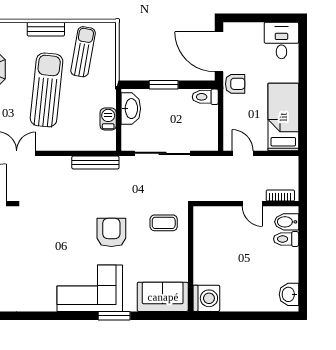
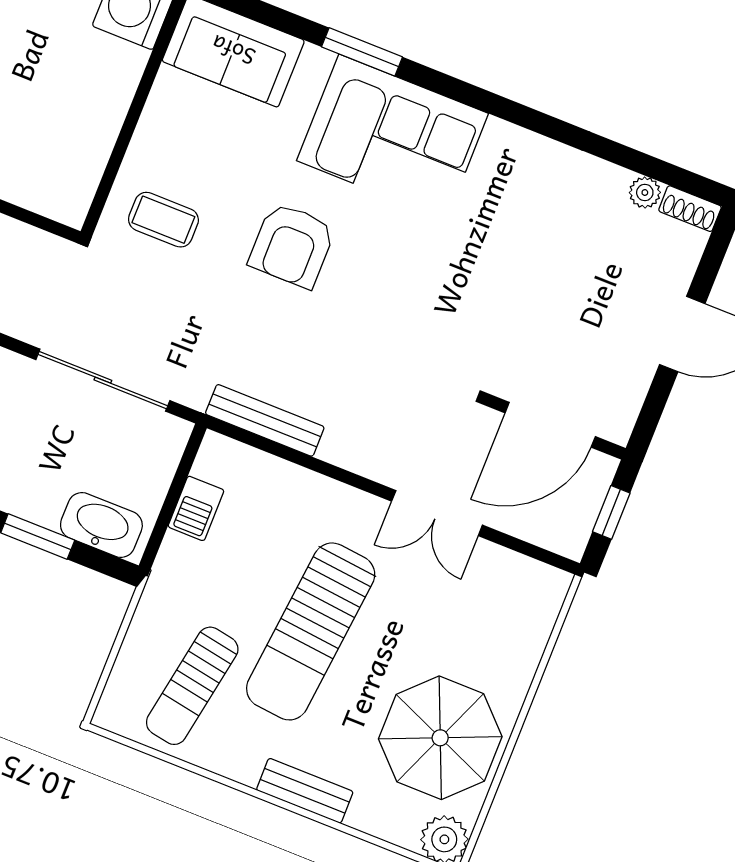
bench: (46, 29) -> (305, 791), moved
washbasin: (131, 109) -> (101, 525), moved, turned 90

